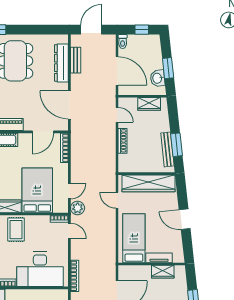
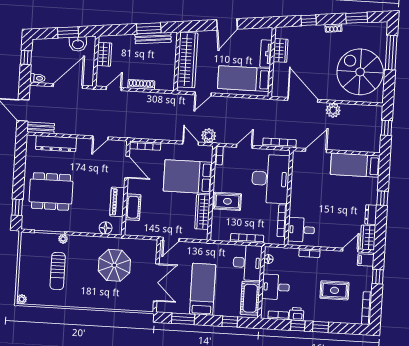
bench: (76, 60) -> (41, 128), moved
door: (69, 105) -> (100, 138), width x0.53
door: (69, 231) -> (244, 146), moved

